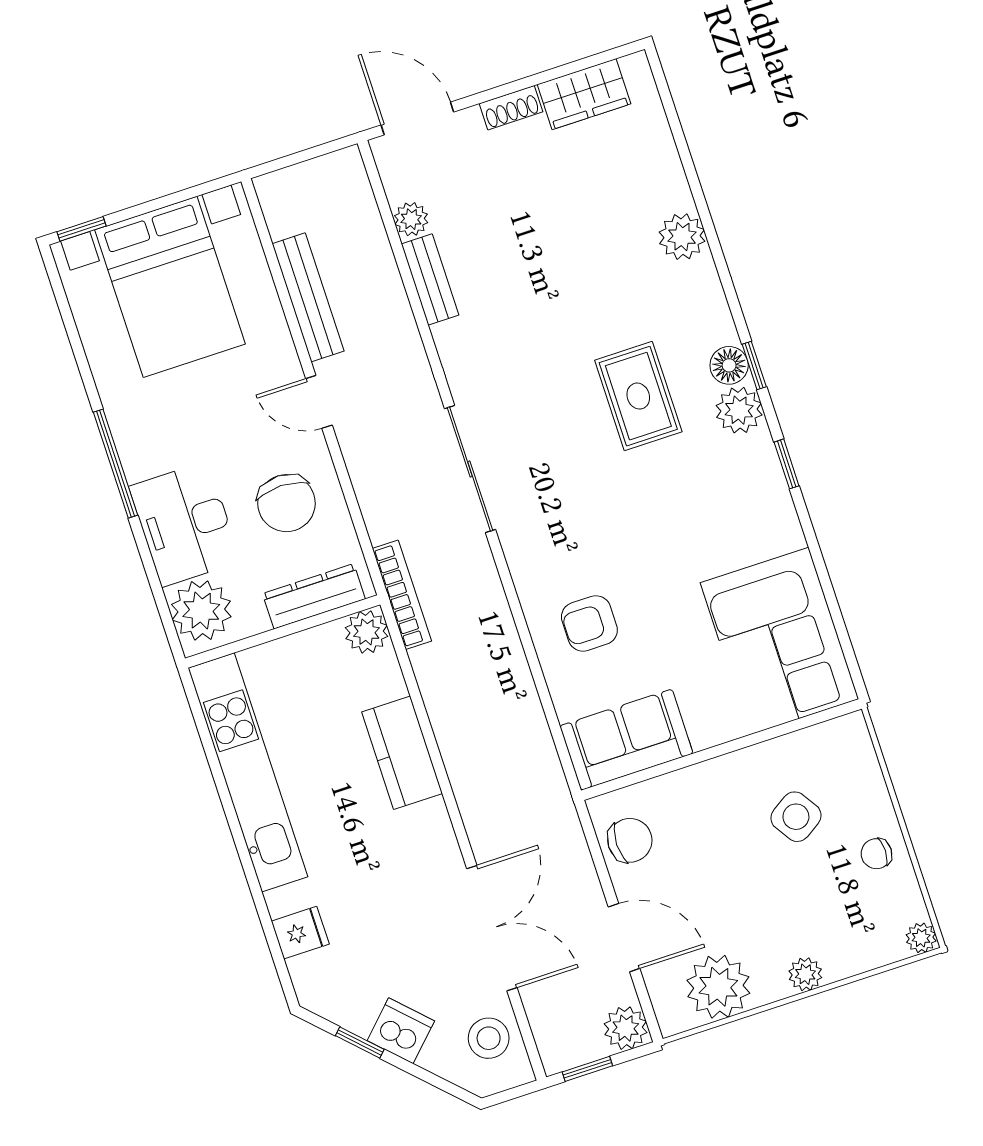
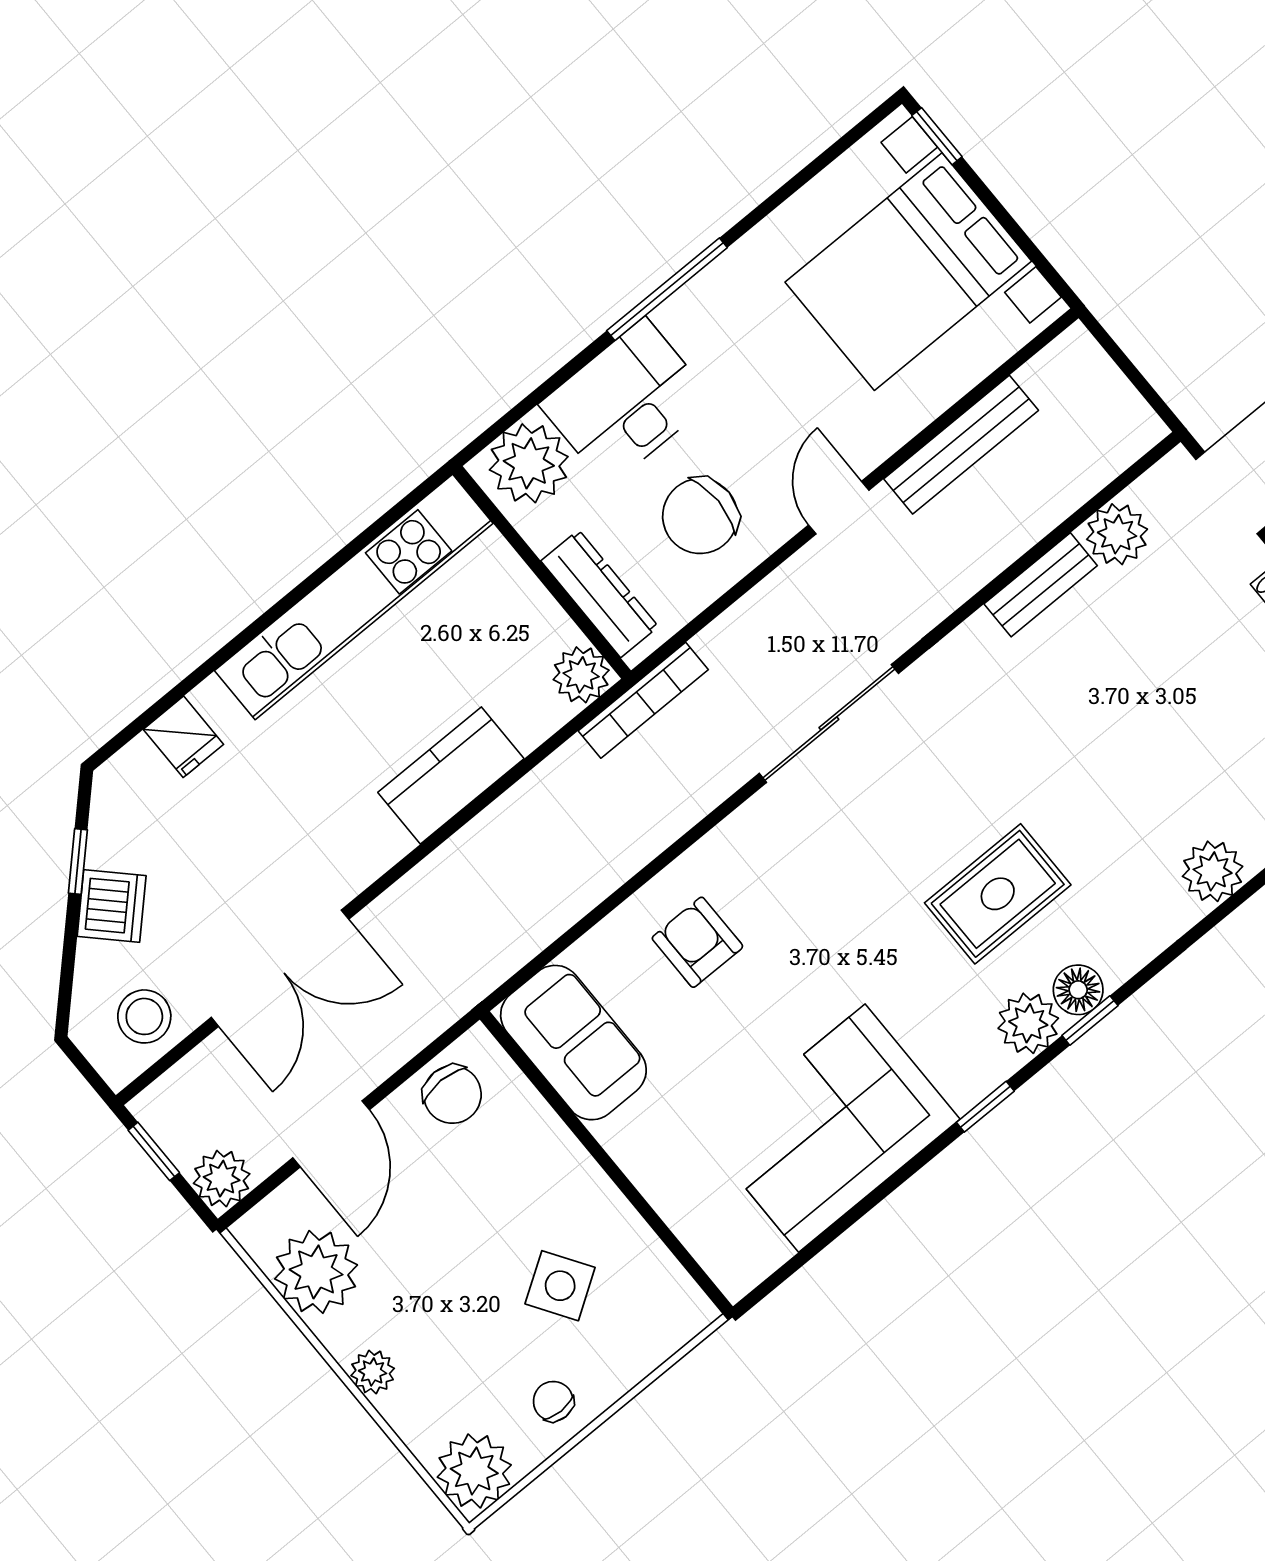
plant: (411, 219) -> (1117, 534), width x1.38, depth x1.38
corner sofa: (779, 641) -> (832, 1128), moved
plant: (921, 938) -> (474, 1471), width x1.87, depth x1.87

